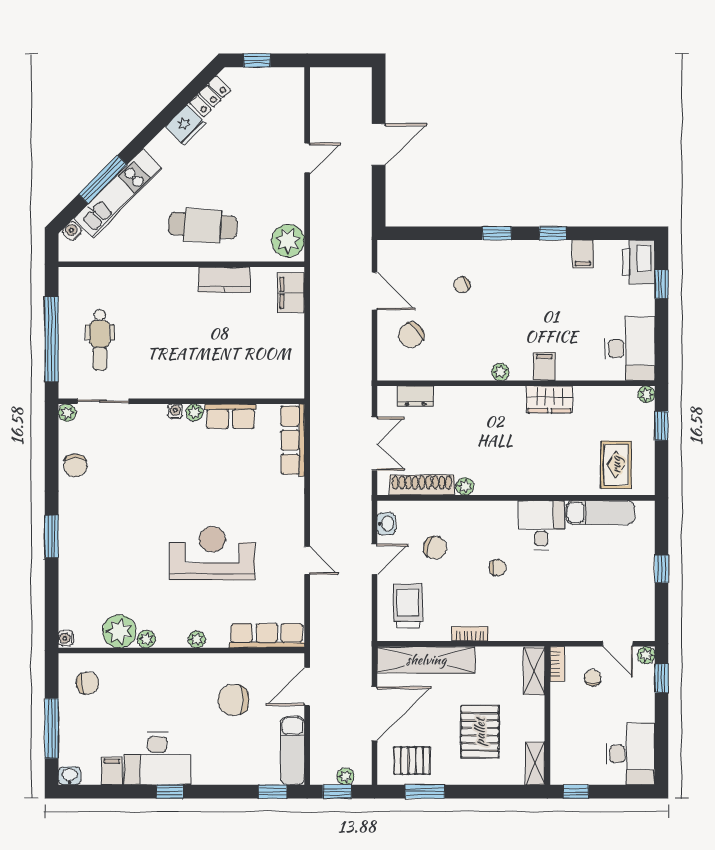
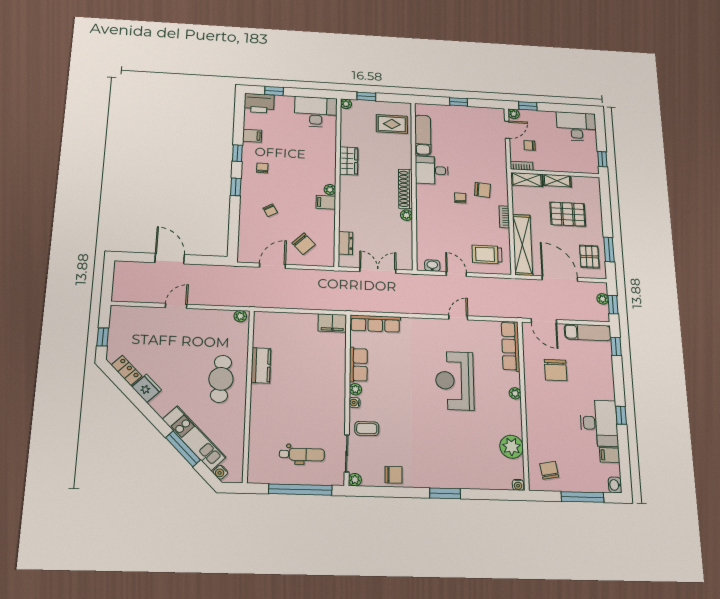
door: (307, 158) -> (176, 306), hinge flipped
plant: (288, 241) -> (240, 316), width x0.53, depth x0.53
chair: (530, 271) -> (262, 168), added
filing cabinet: (291, 293) -> (332, 323), moved
filing cabinet: (544, 366) -> (326, 202), moved
coffee table: (139, 429) -> (367, 429), added
shoe rack: (422, 485) -> (405, 189), moved
chair: (435, 548) -> (482, 190), moved, turned 77
plant: (146, 639) -> (516, 428), removed
shelving: (535, 763) -> (557, 181), moved

